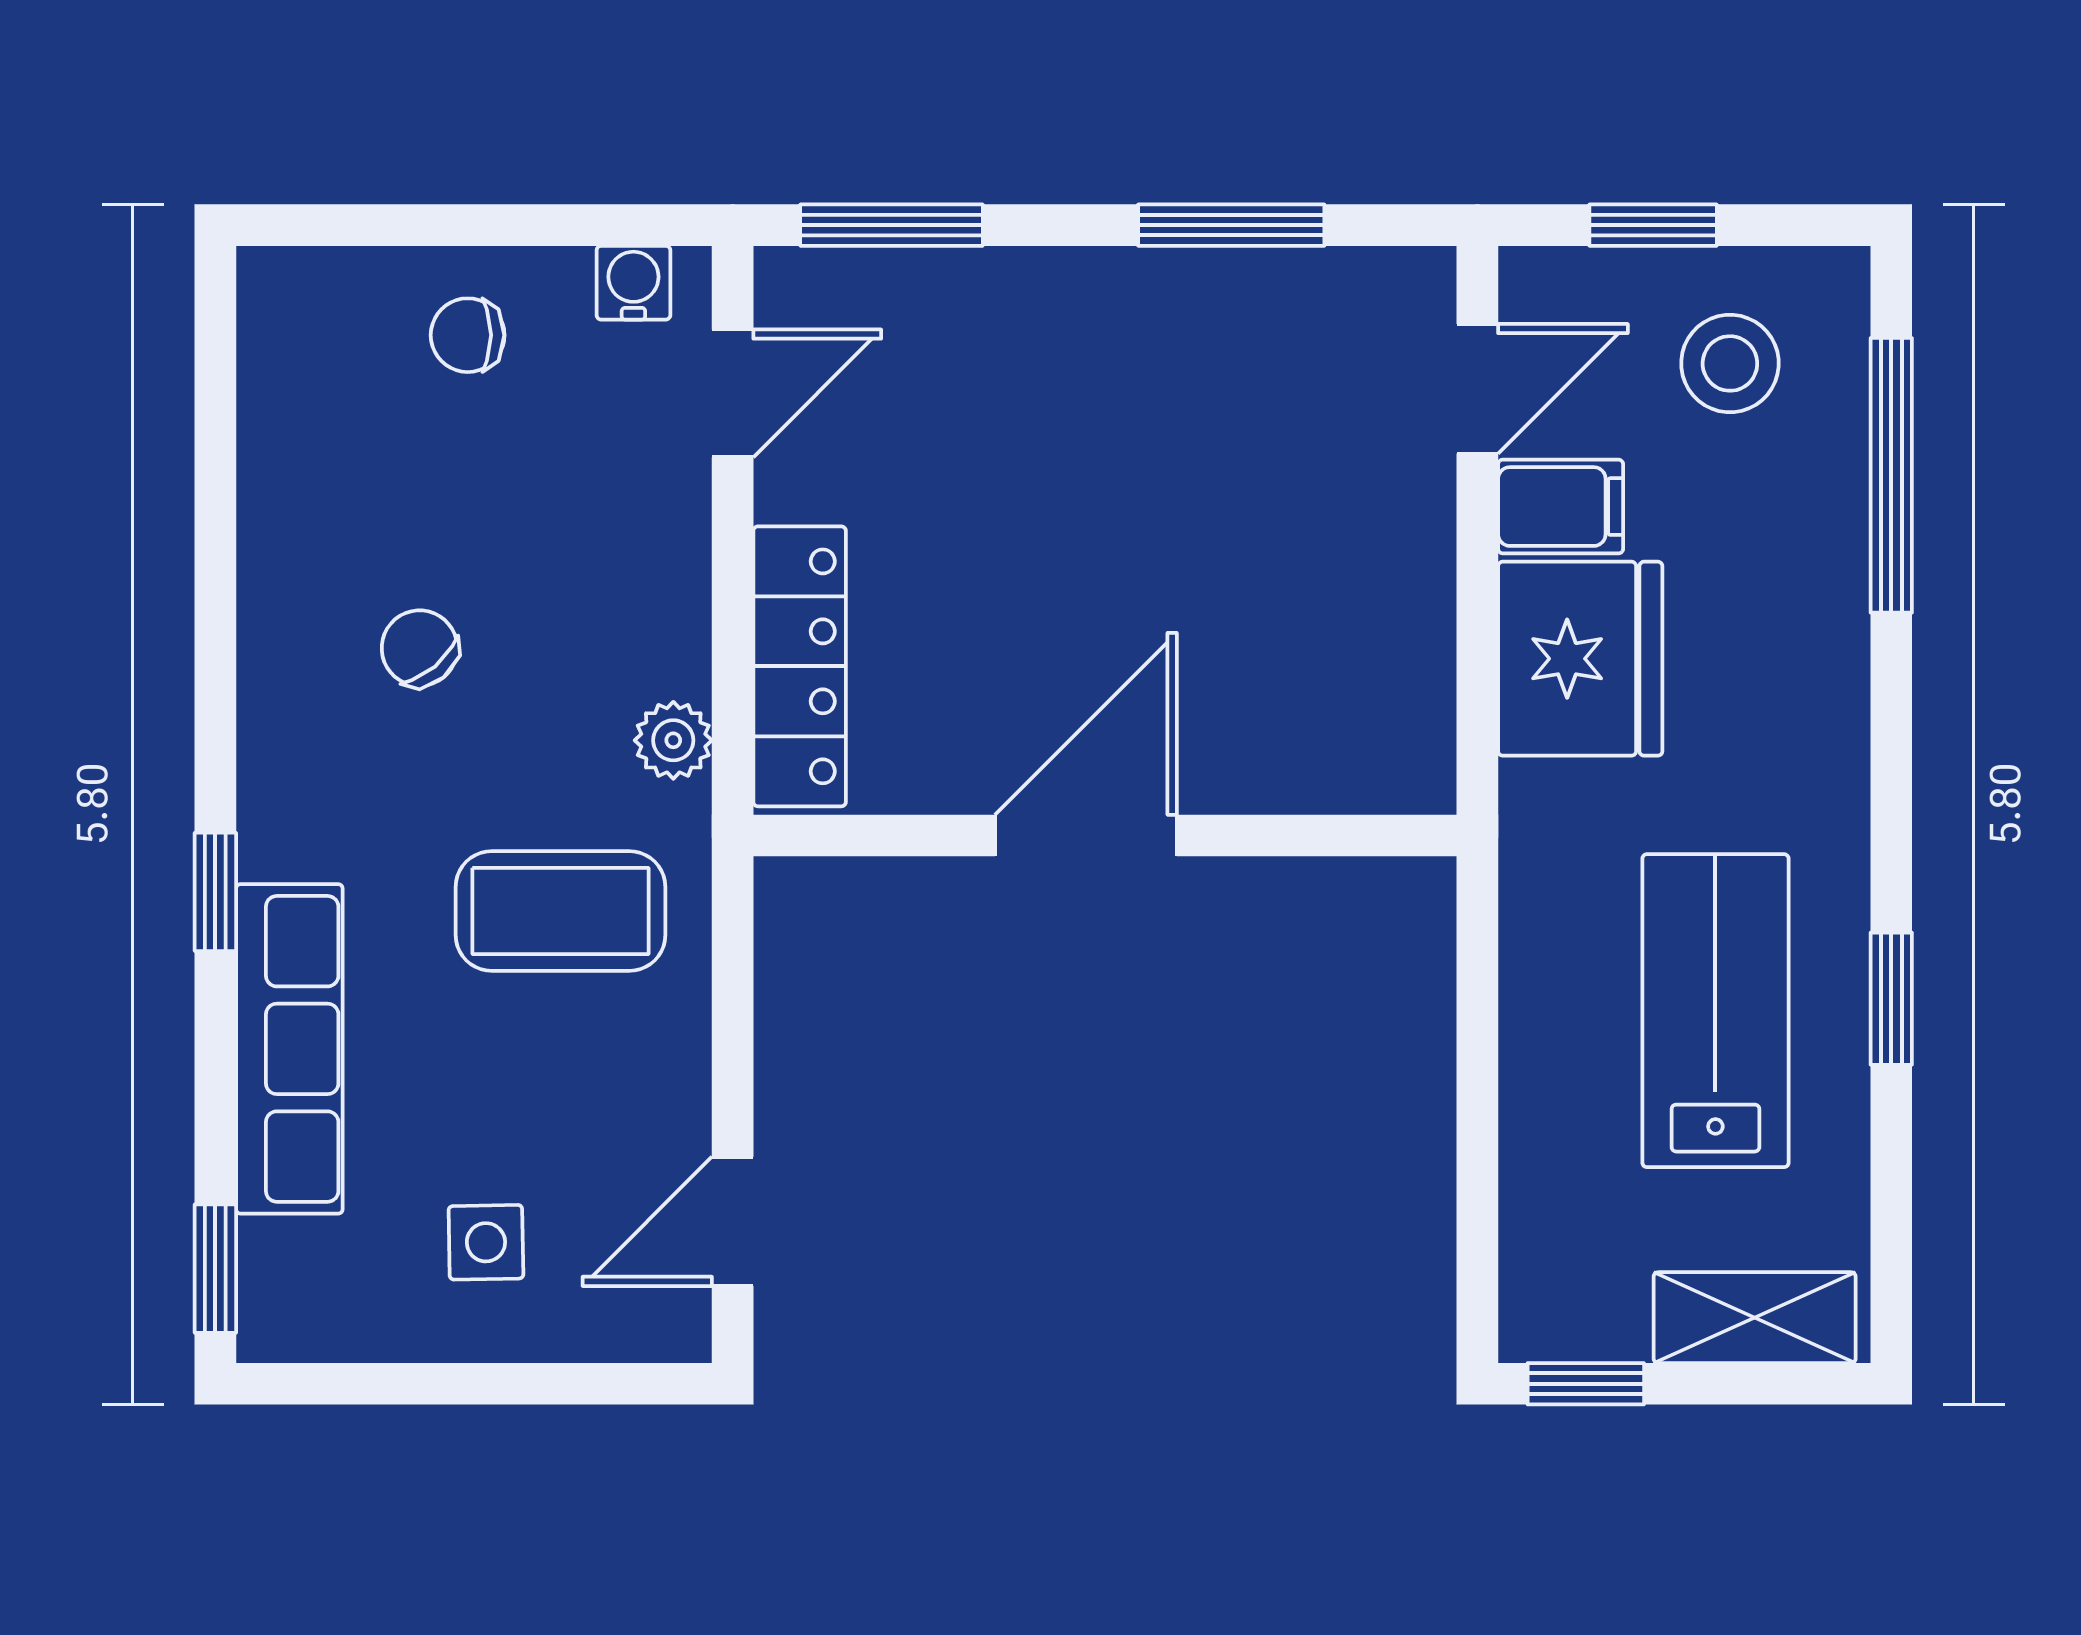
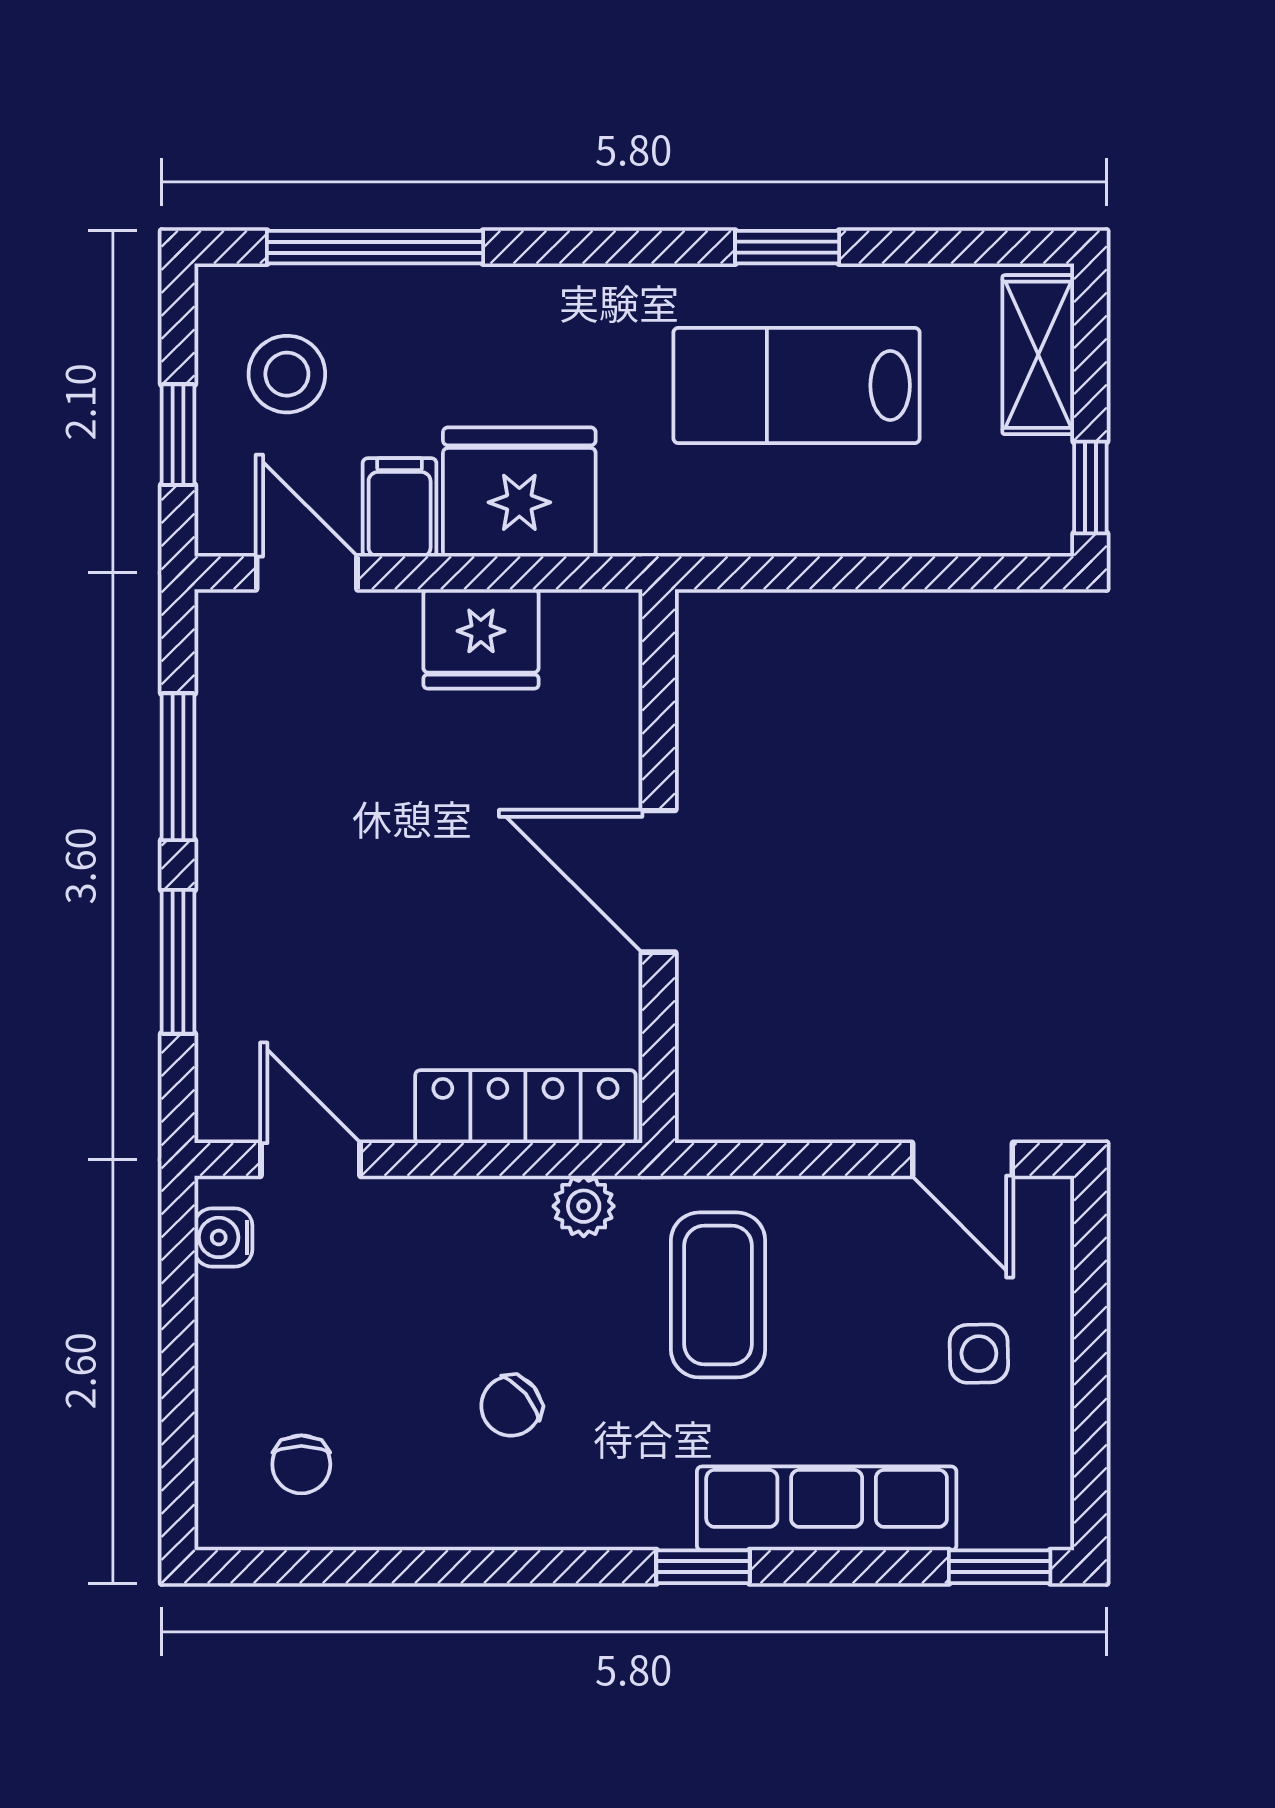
window: (891, 225) -> (178, 962), moved
chair: (468, 335) -> (301, 1464), moved
fridge: (1394, 610) -> (481, 639), added

